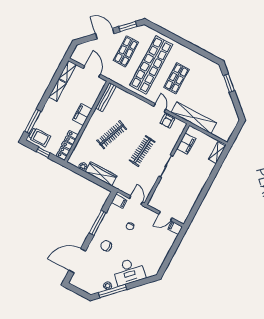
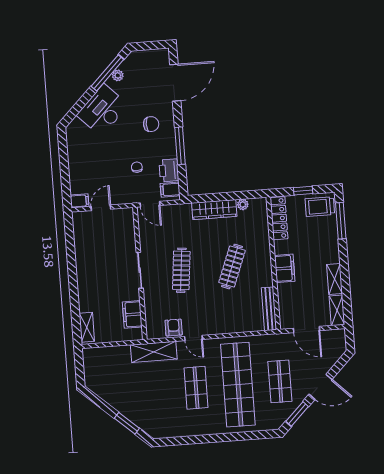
shelving: (194, 118) -> (154, 352), width x0.68
printer: (113, 213) -> (169, 170), added

